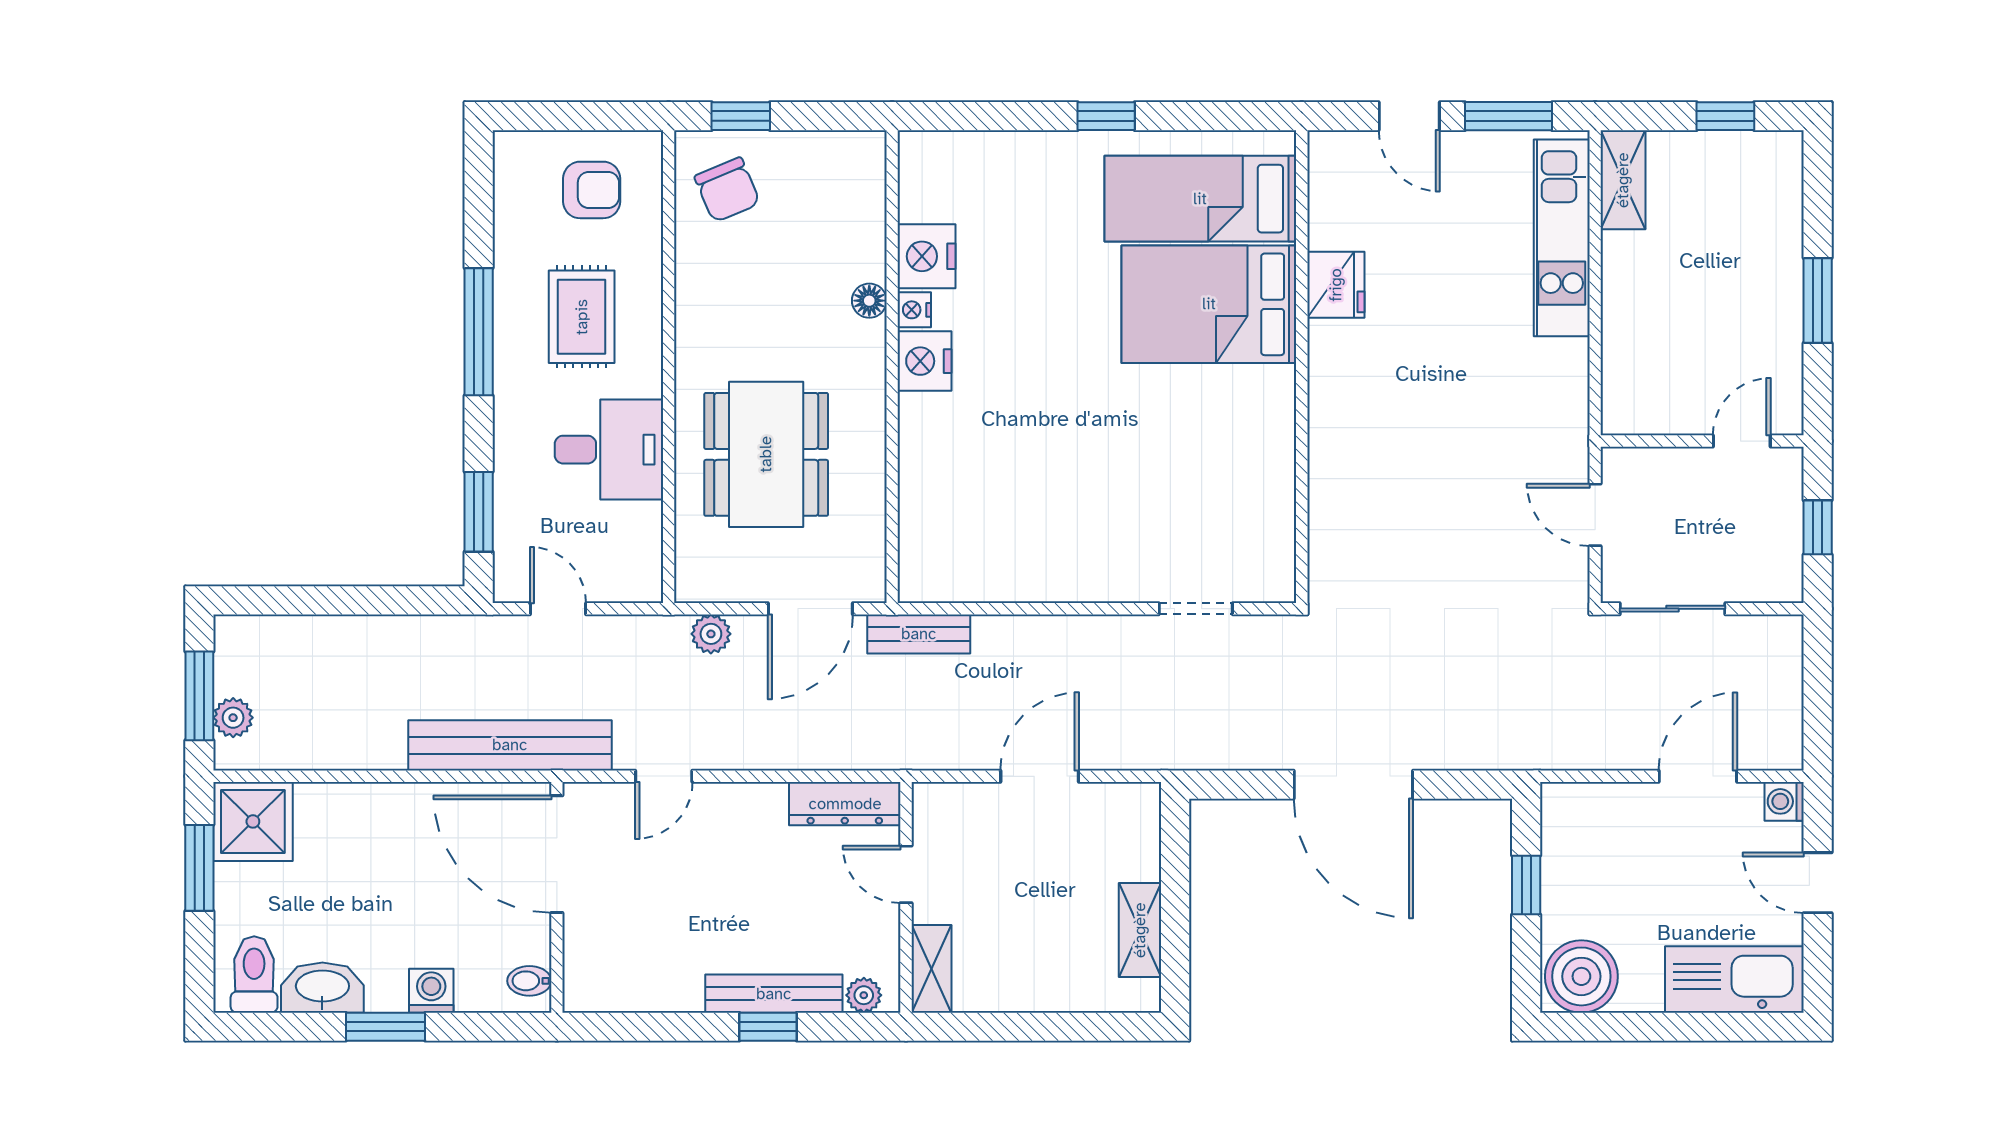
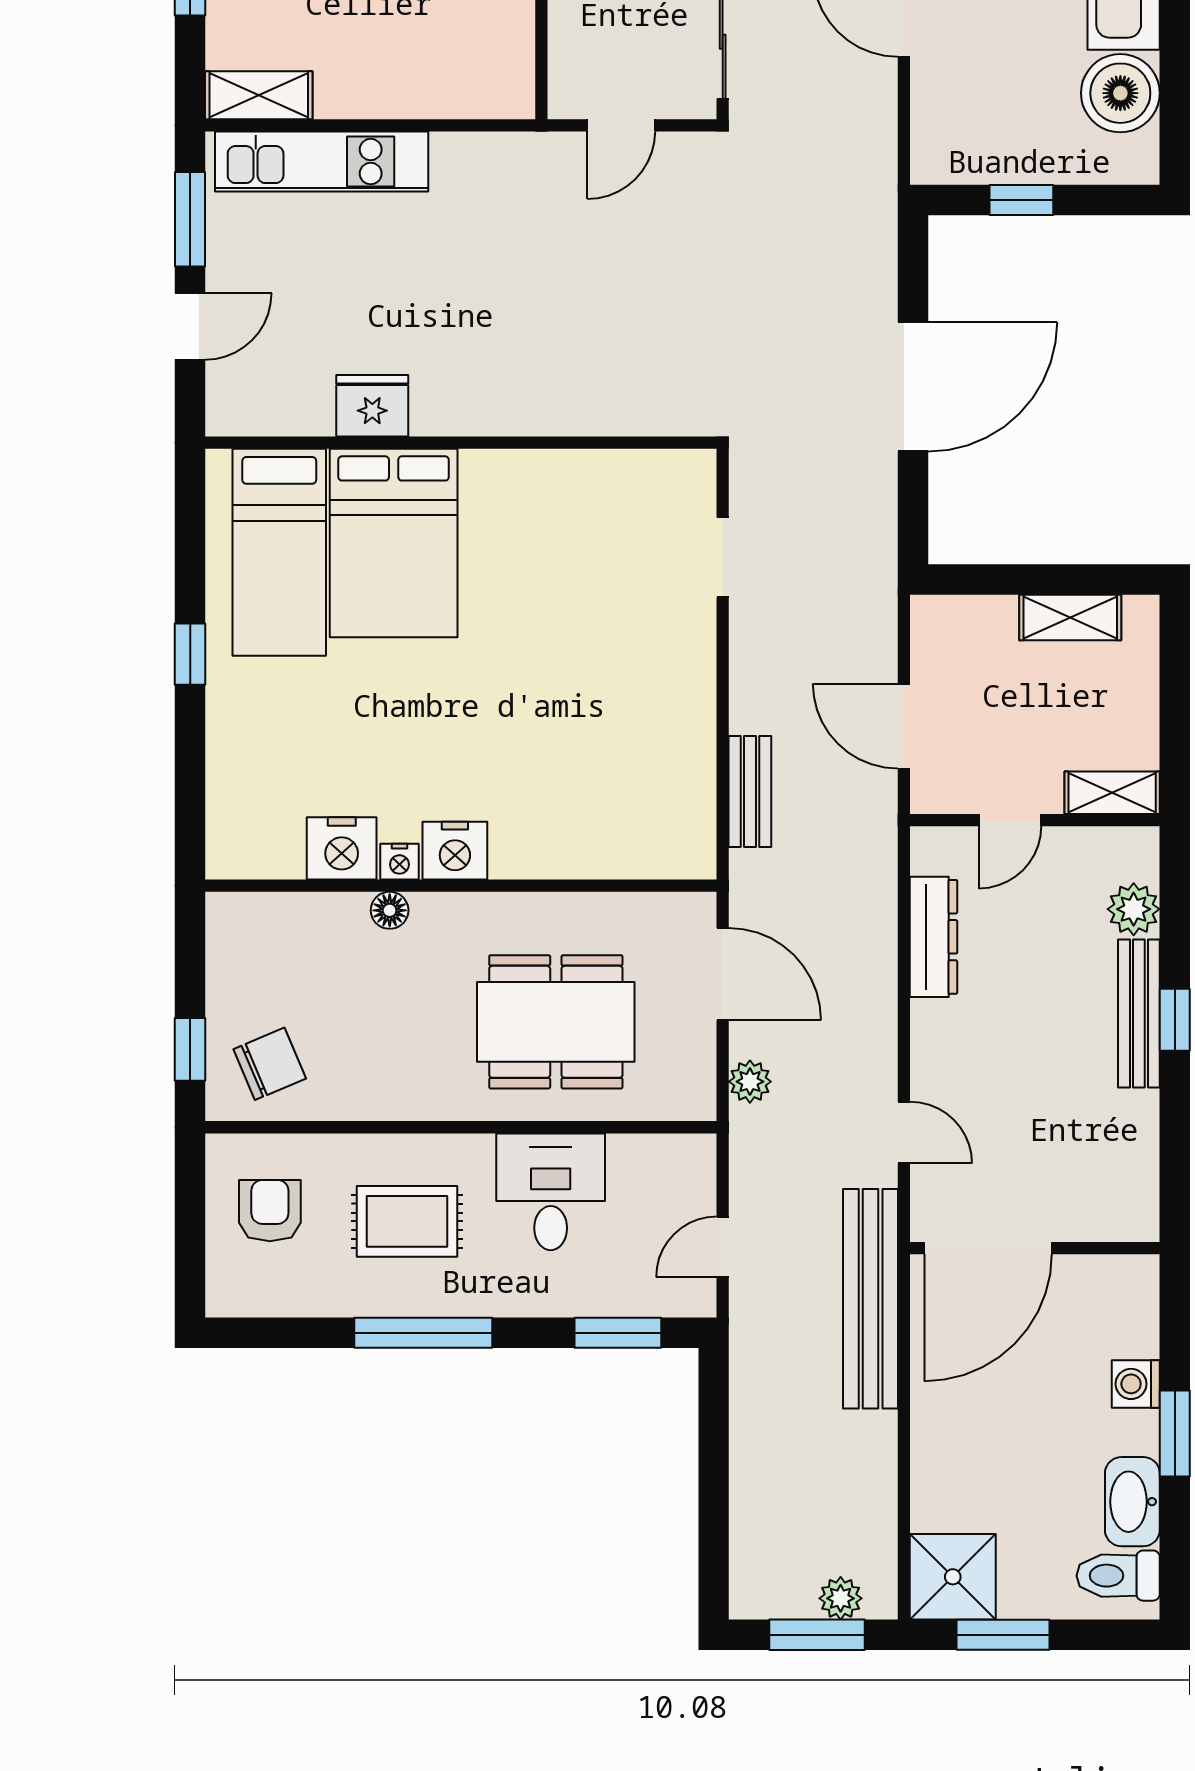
bench: (919, 634) -> (750, 792), moved
door: (906, 874) -> (1010, 820), moved
wall: (906, 897) -> (1035, 820), moved
shelving: (931, 969) -> (1112, 793), moved
boiler: (1581, 976) -> (1120, 93), moved
bidet: (529, 981) -> (1125, 1278), removed
plant: (864, 995) -> (1134, 909), width x1.38, depth x1.38

